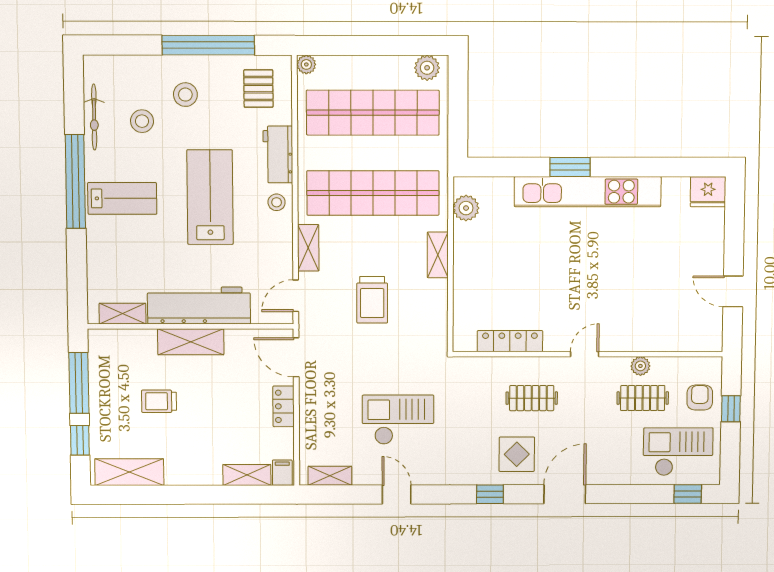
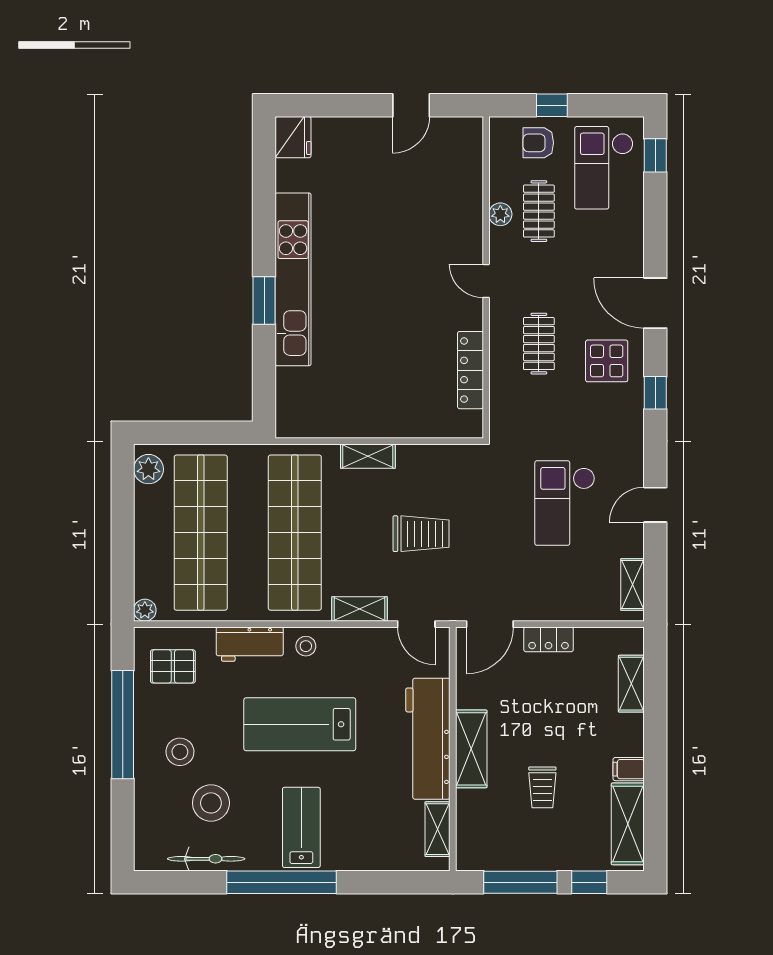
stool: (142, 121) -> (211, 803), width x1.38, depth x1.38
plant: (466, 208) -> (312, 423), removed
filing cabinet: (282, 473) -> (629, 769), moved

